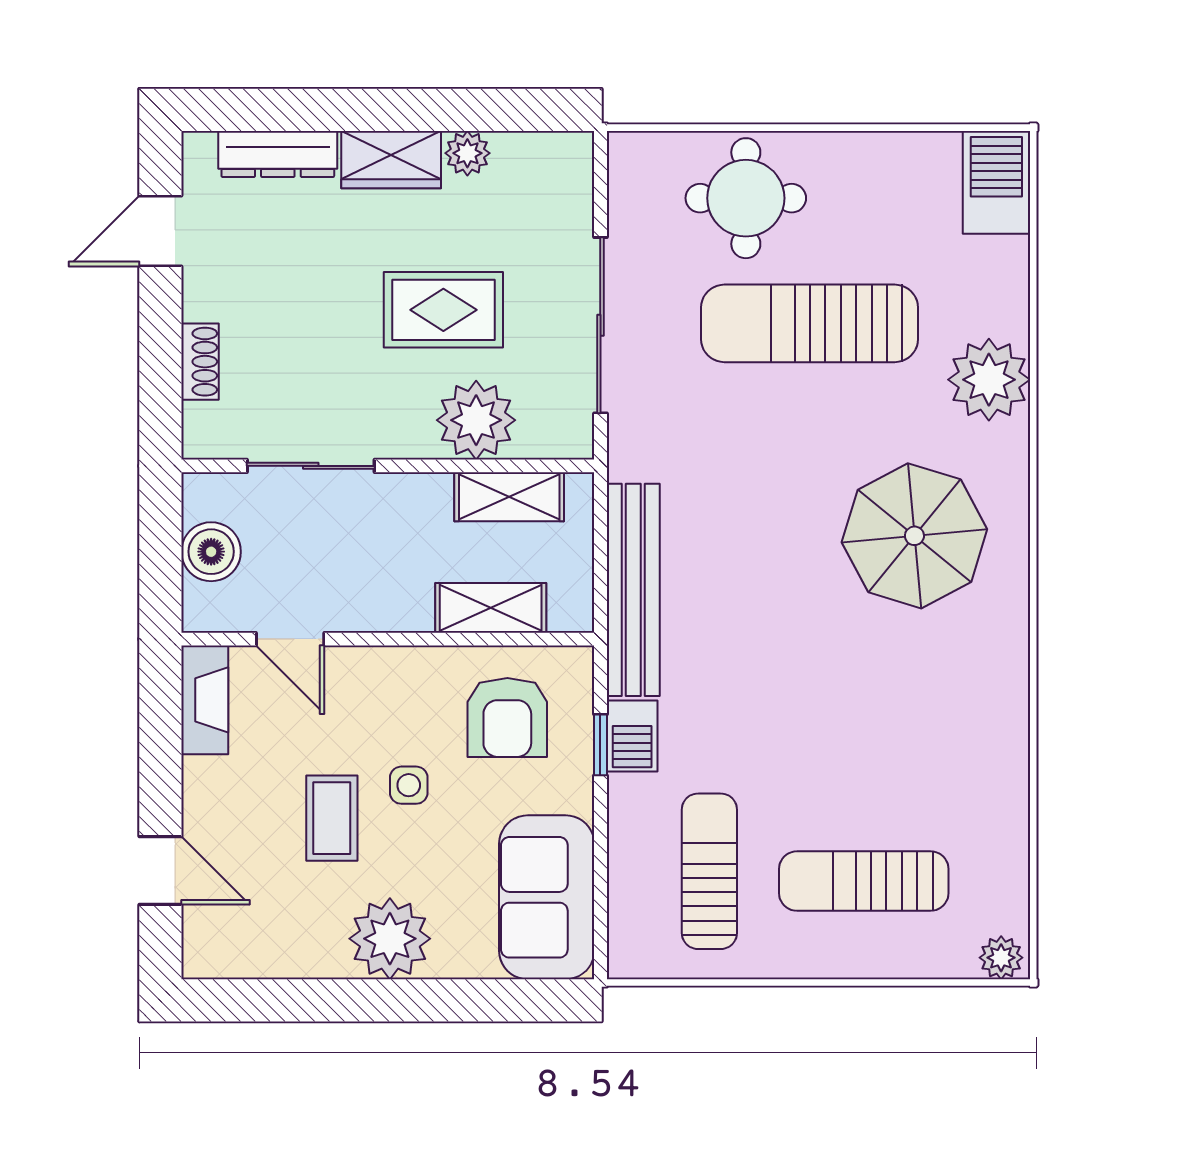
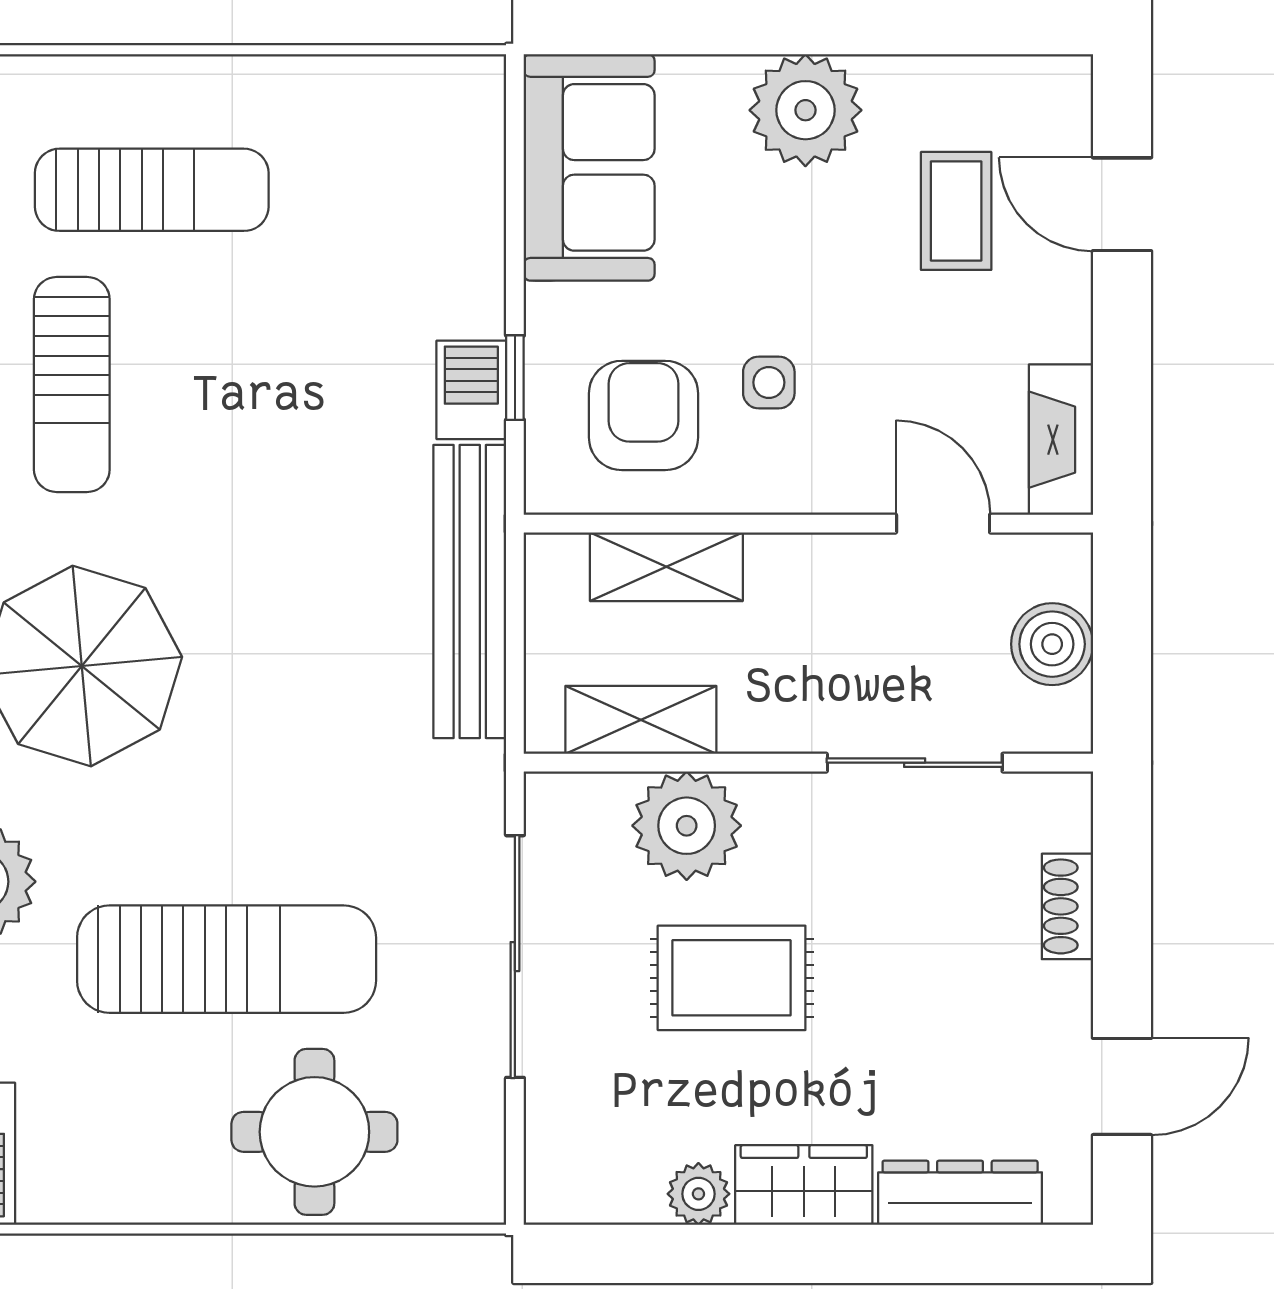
side table: (409, 785) -> (769, 382), moved
coffee table: (332, 818) -> (956, 211), moved
sun lounger: (709, 871) -> (72, 384), moved

